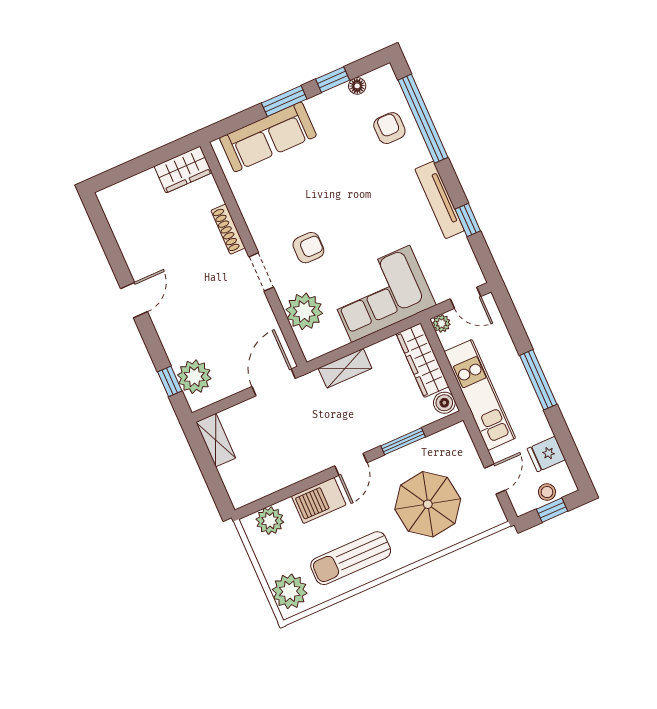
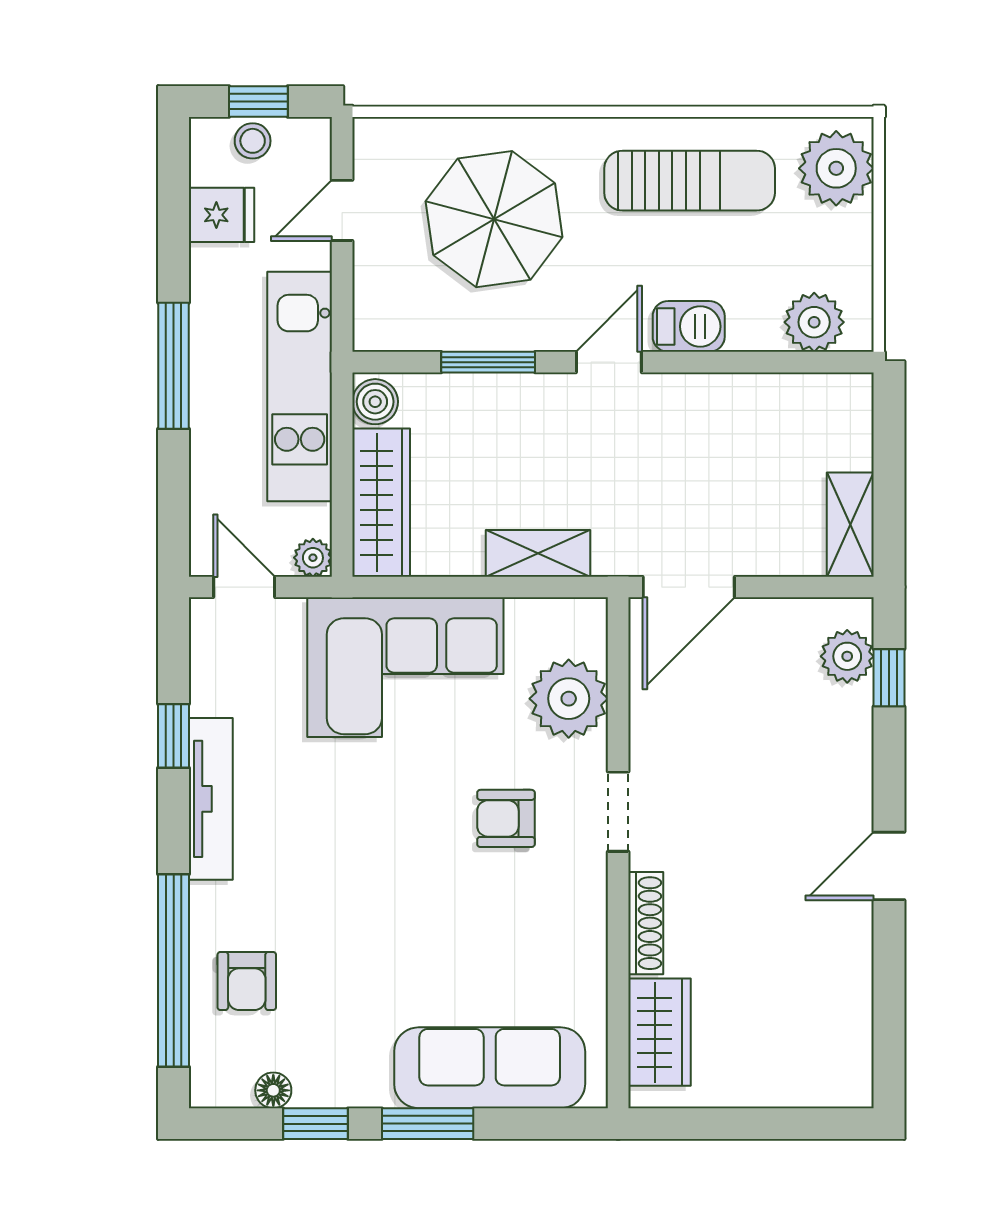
wardrobe: (183, 169) -> (660, 1032), moved, turned 90
plant: (194, 377) -> (847, 656), width x0.73, depth x0.73
barbecue: (319, 500) -> (689, 326), width x0.73, depth x0.79

